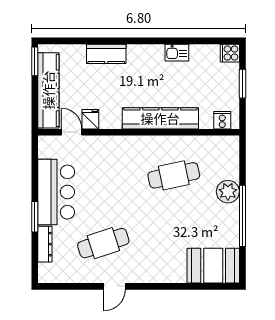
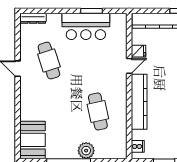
door: (72, 132) -> (129, 66), moved
window: (35, 217) -> (92, 11), moved
dresser: (45, 244) -> (33, 18), moved

